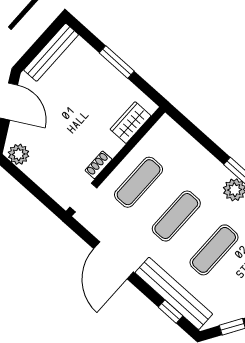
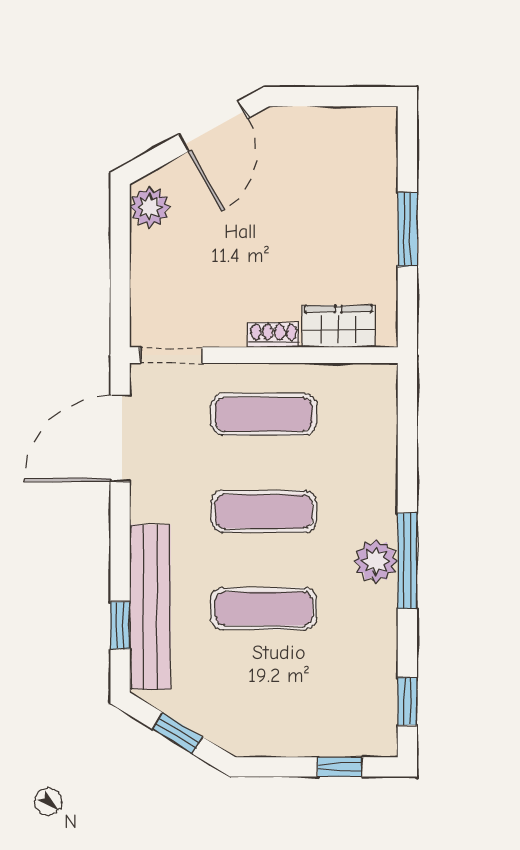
bench: (51, 52) -> (337, 123), removed
shoe rack: (99, 165) -> (274, 335), moved
door: (113, 260) -> (120, 438), moved

